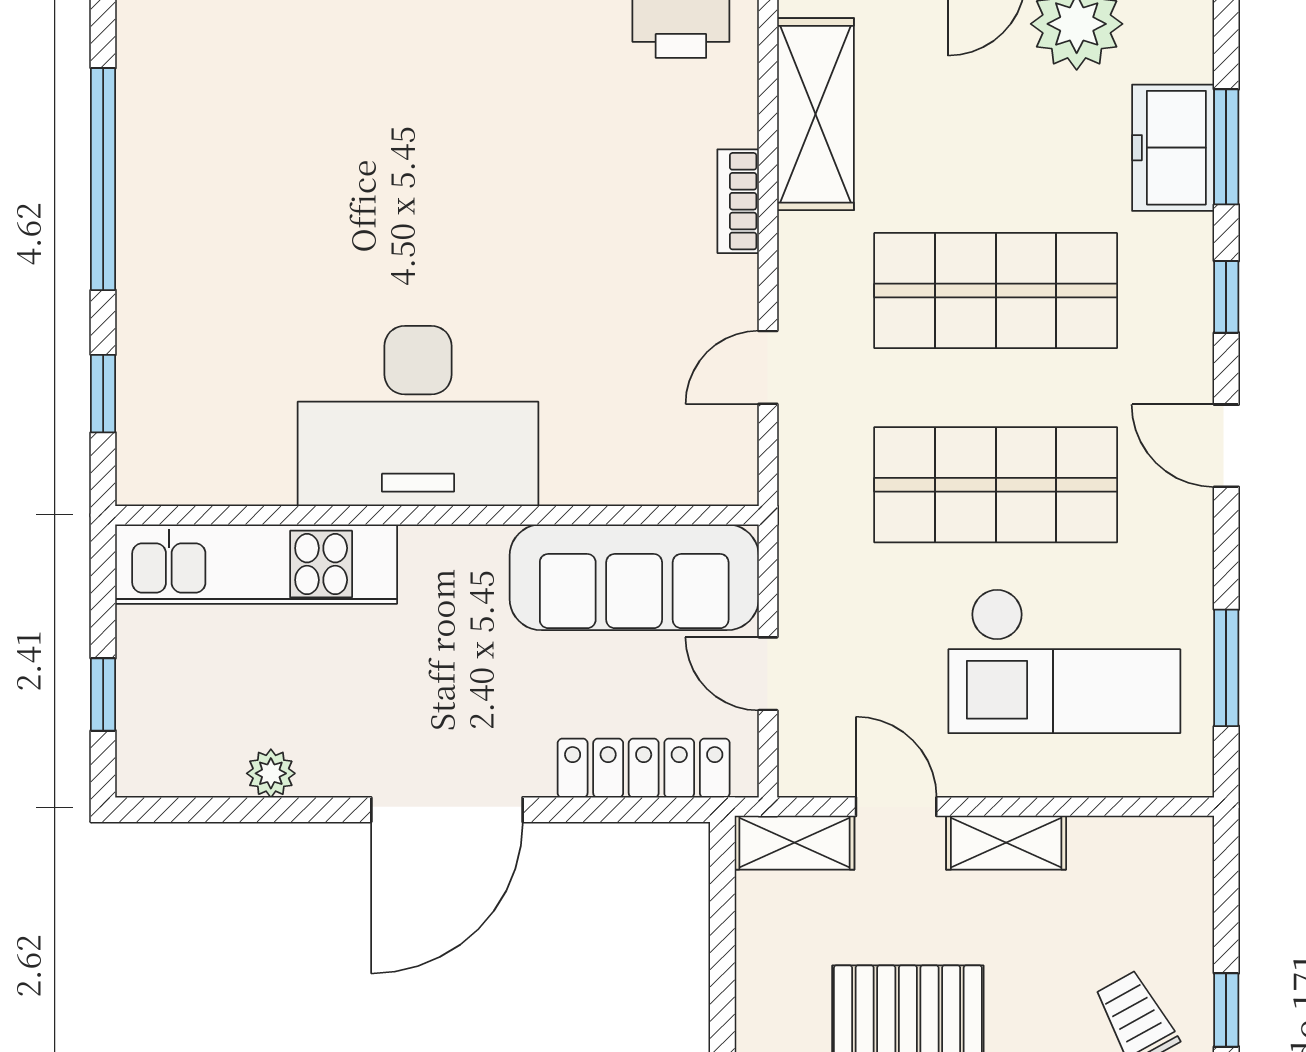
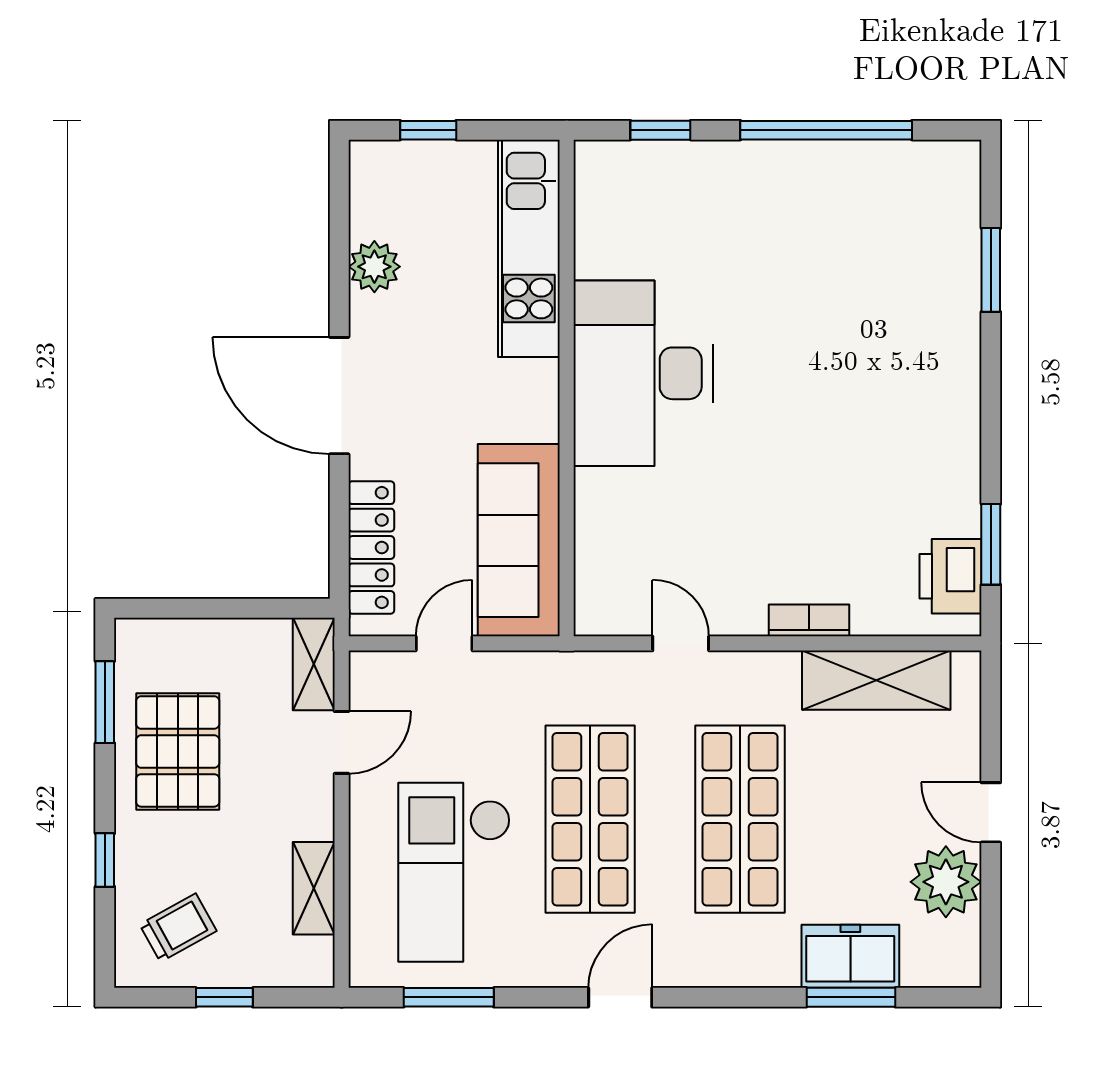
window: (1226, 297) -> (735, 997), removed
plant: (271, 773) -> (374, 267), width x1.38, depth x1.38
shelving: (1006, 843) -> (314, 888), moved
window: (1226, 1010) -> (224, 997), moved

